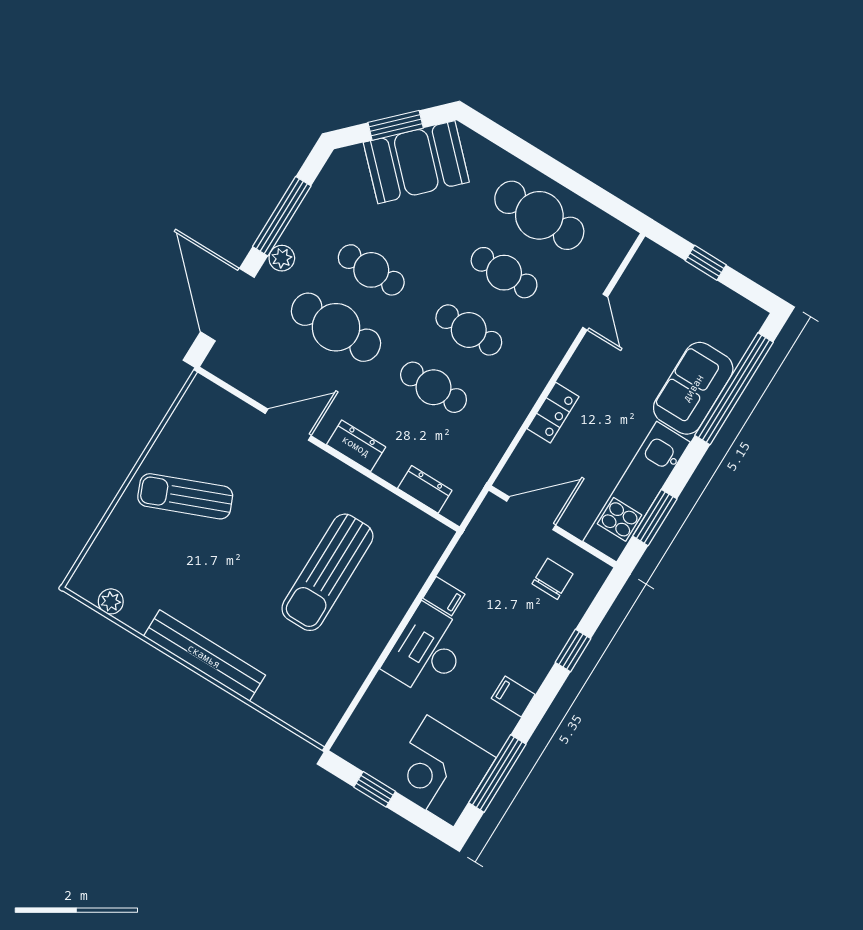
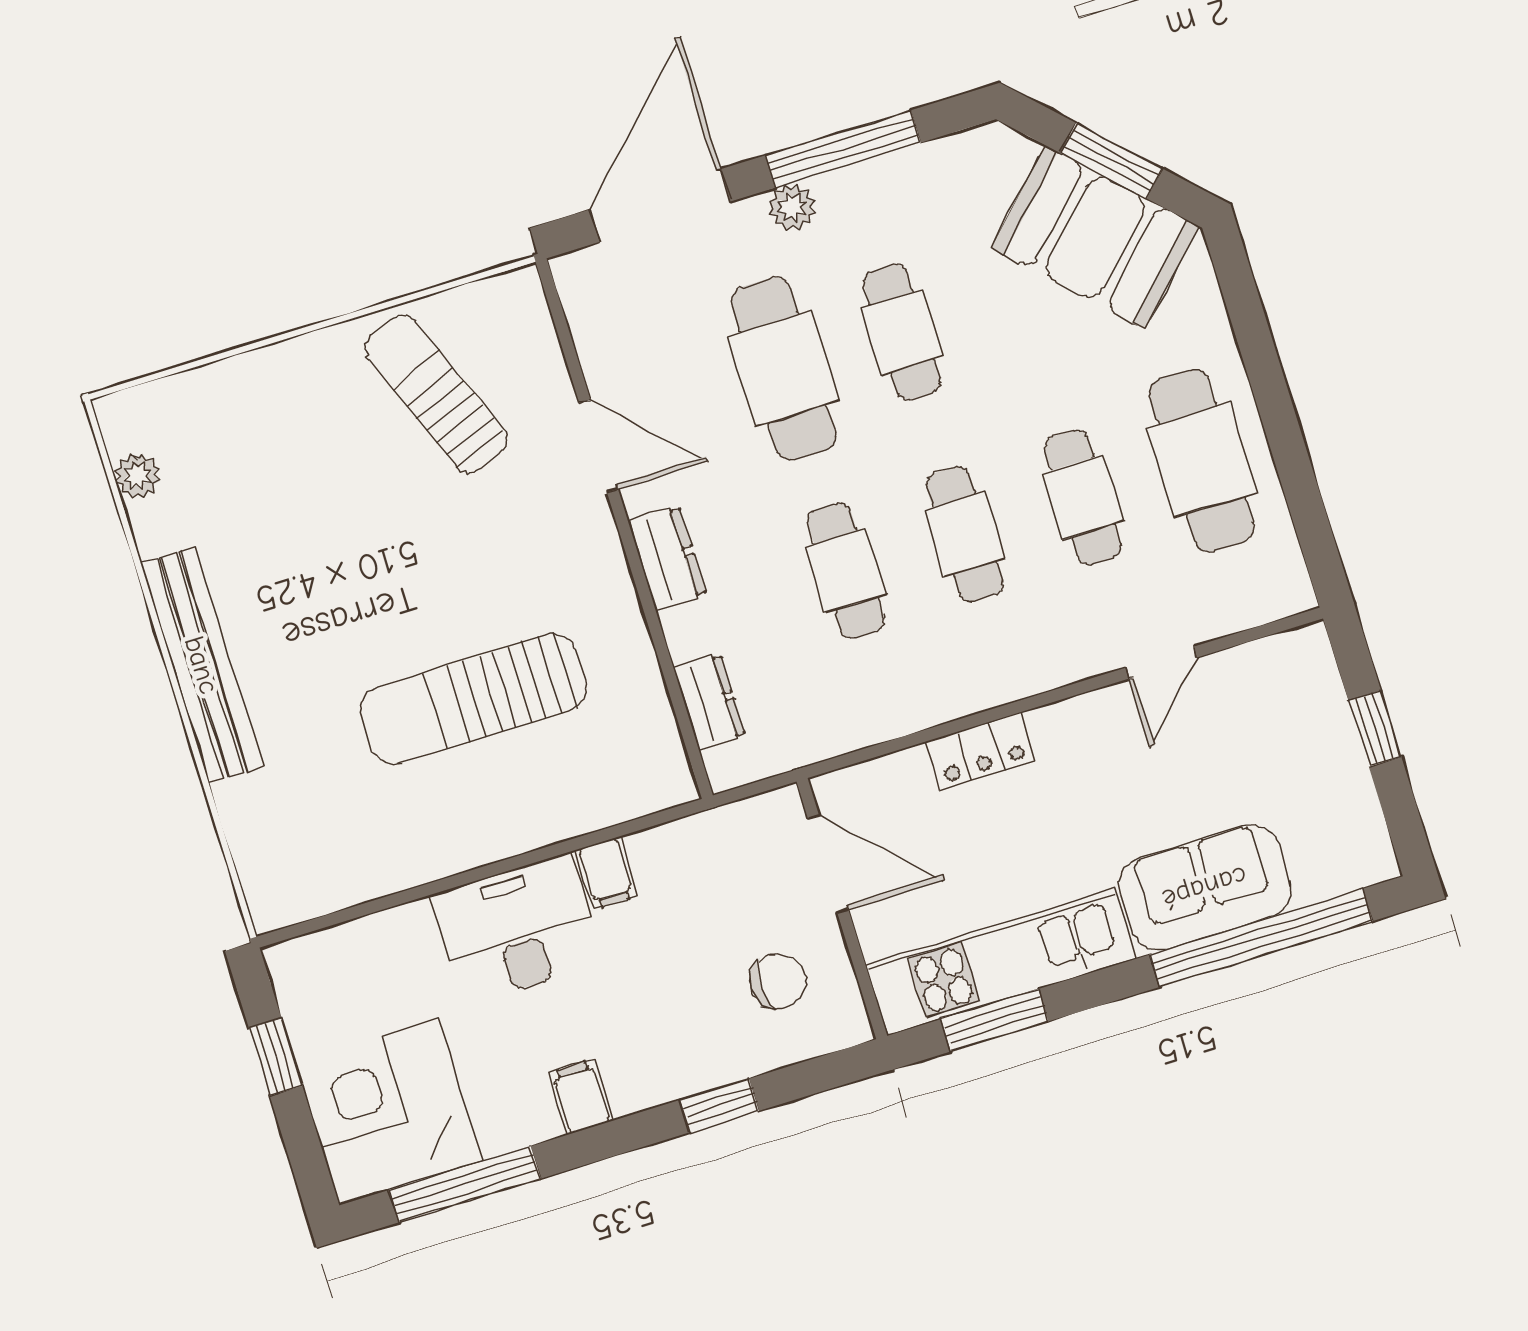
sun lounger: (185, 496) -> (436, 394), moved

